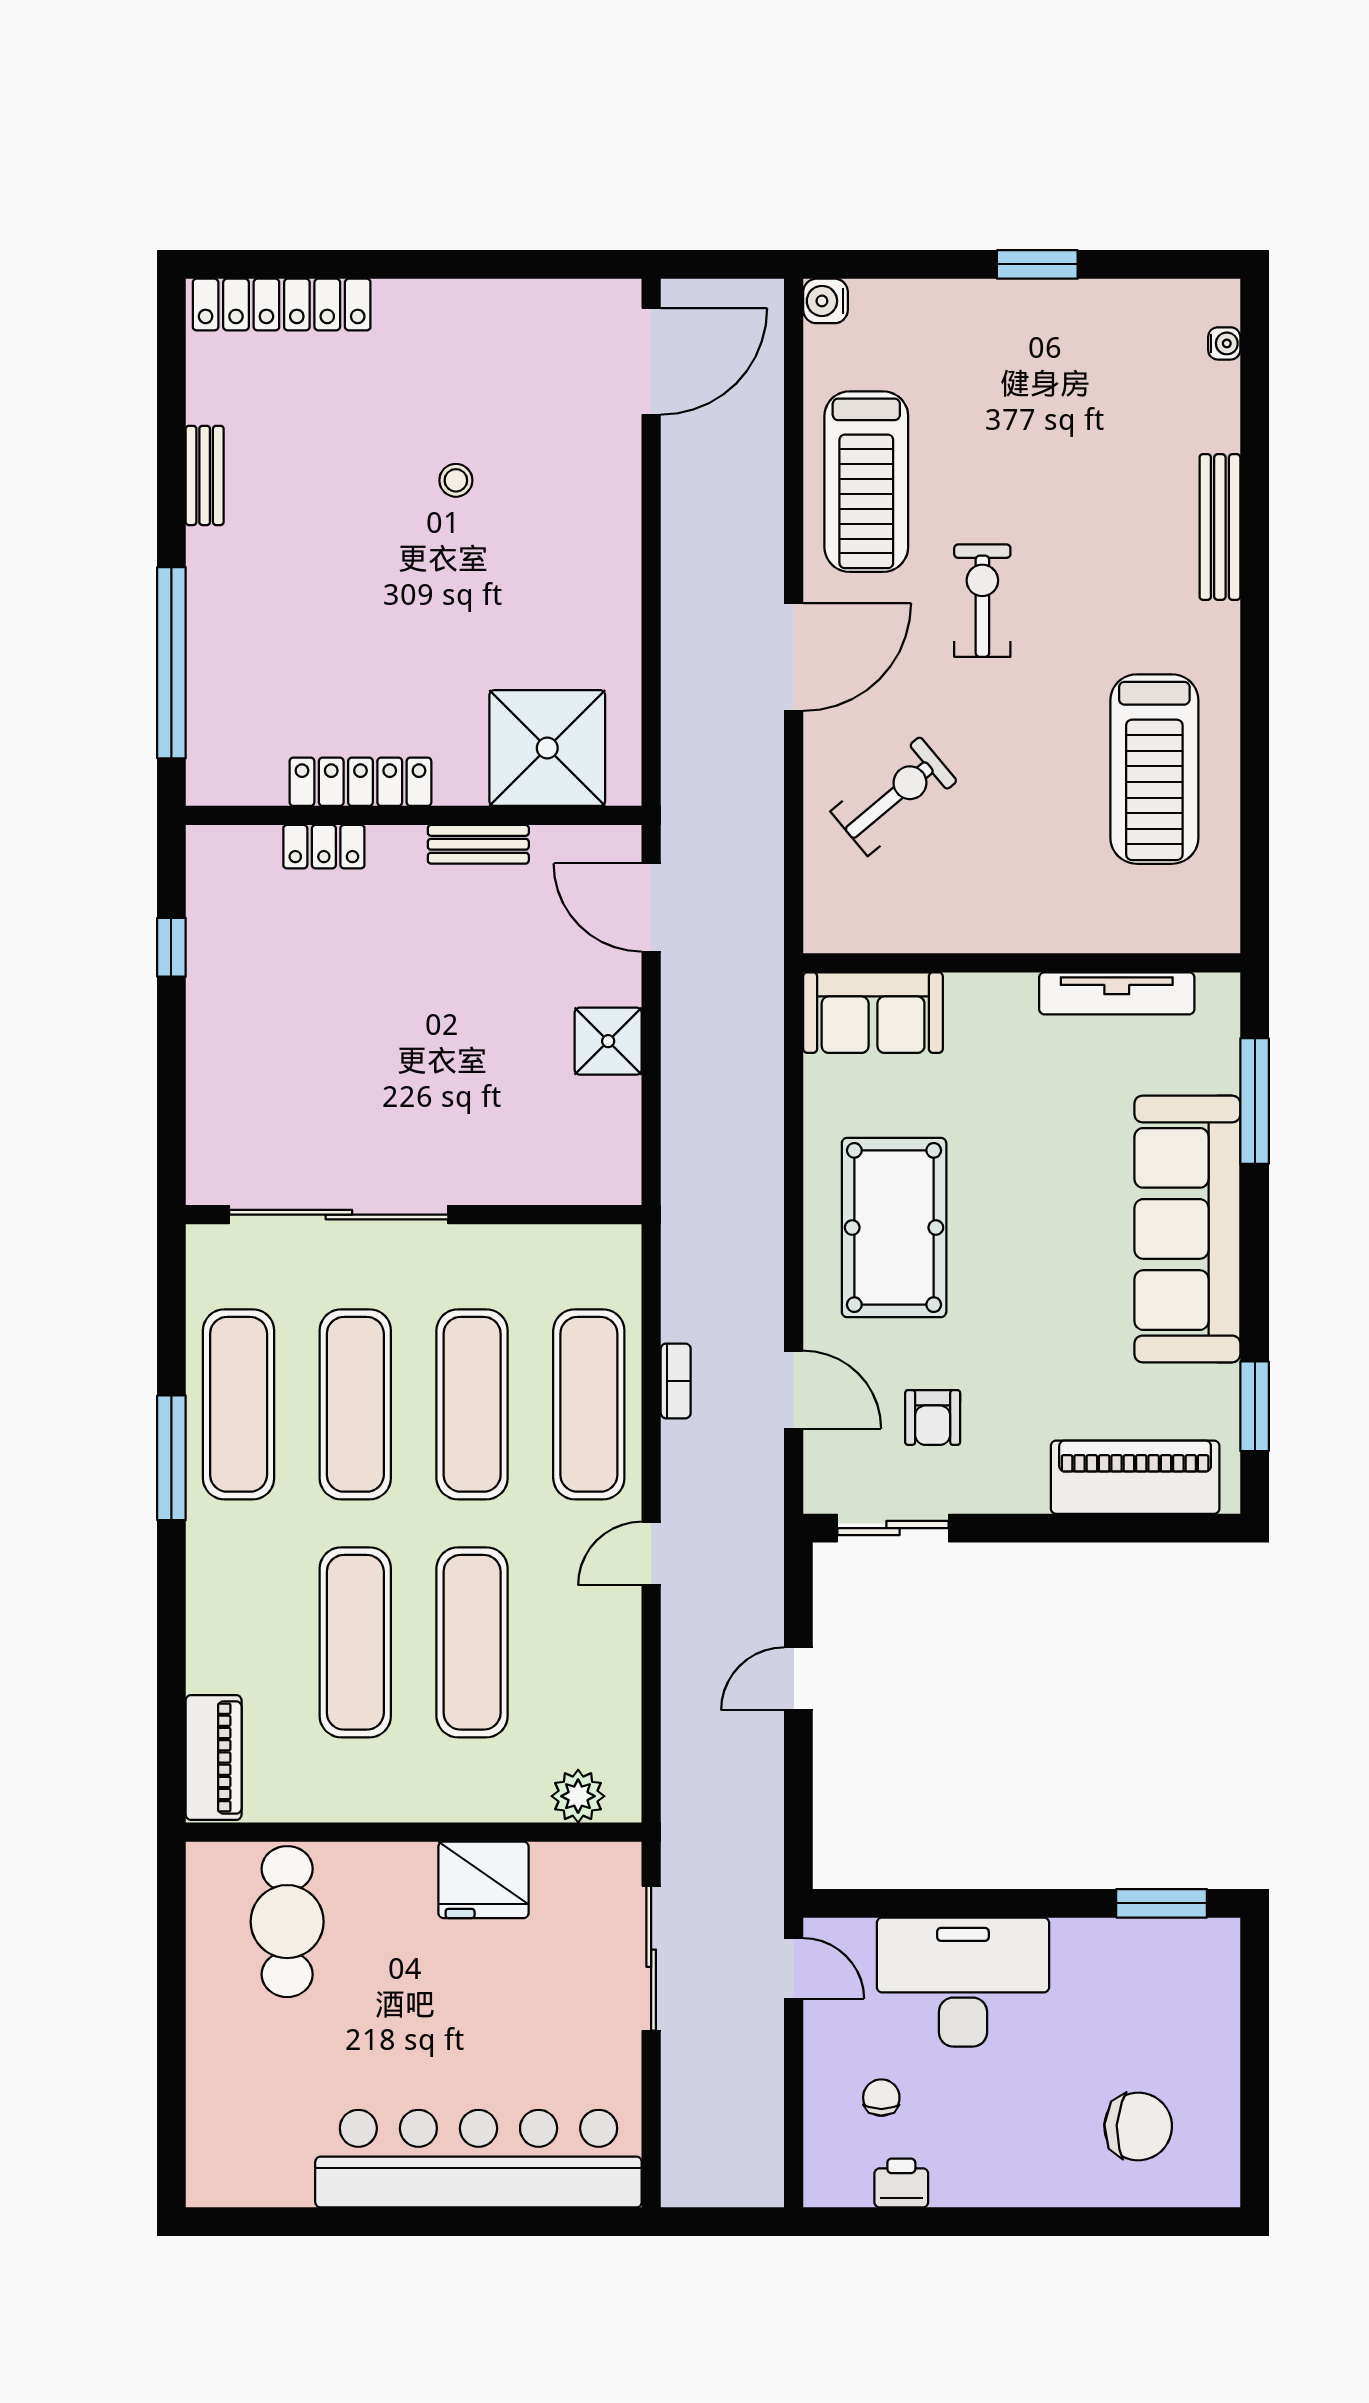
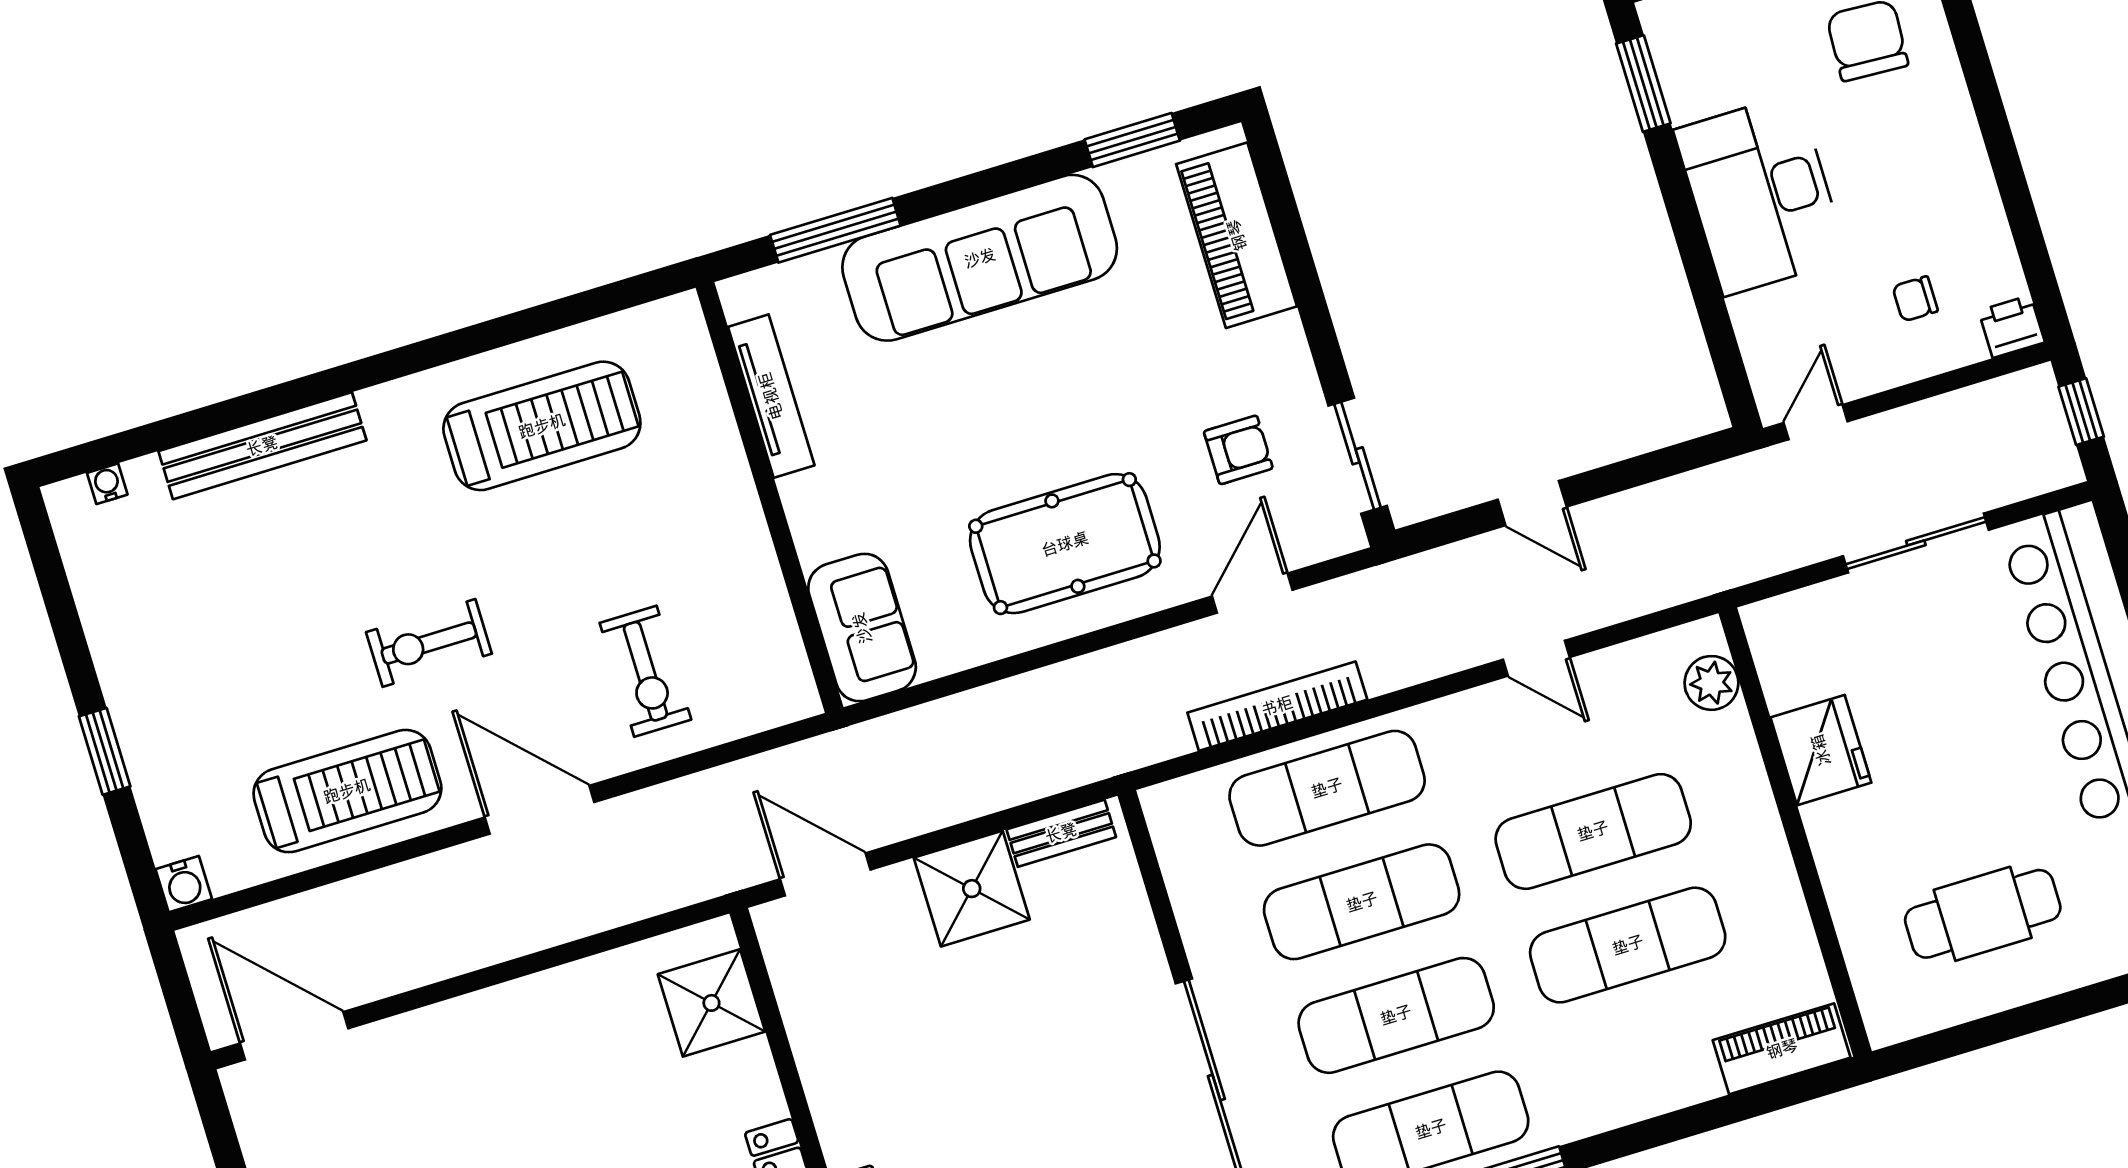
window: (1037, 264) -> (105, 751), moved
bench: (1220, 527) -> (262, 446), width x1.37, depth x1.21
shower: (547, 748) -> (711, 1003), width x0.73, depth x0.73
exercise bike: (894, 796) -> (645, 671), turned -140
bench: (478, 844) -> (1061, 833), moved, turned 90
door: (651, 907) -> (825, 874), swing flipped
shower: (608, 1041) -> (972, 889), width x1.36, depth x1.36
bookcase: (676, 1381) -> (1277, 706), width x2.31, depth x1.31
door: (651, 1553) -> (1536, 658), moved
cafe table: (287, 1922) -> (1983, 914), moved
sliding door: (651, 1958) -> (1916, 543), moved
desk: (963, 1982) -> (1761, 195), moved
printer: (901, 2183) -> (2012, 326), moved, turned 90
window: (728, 2222) -> (2081, 412), added

